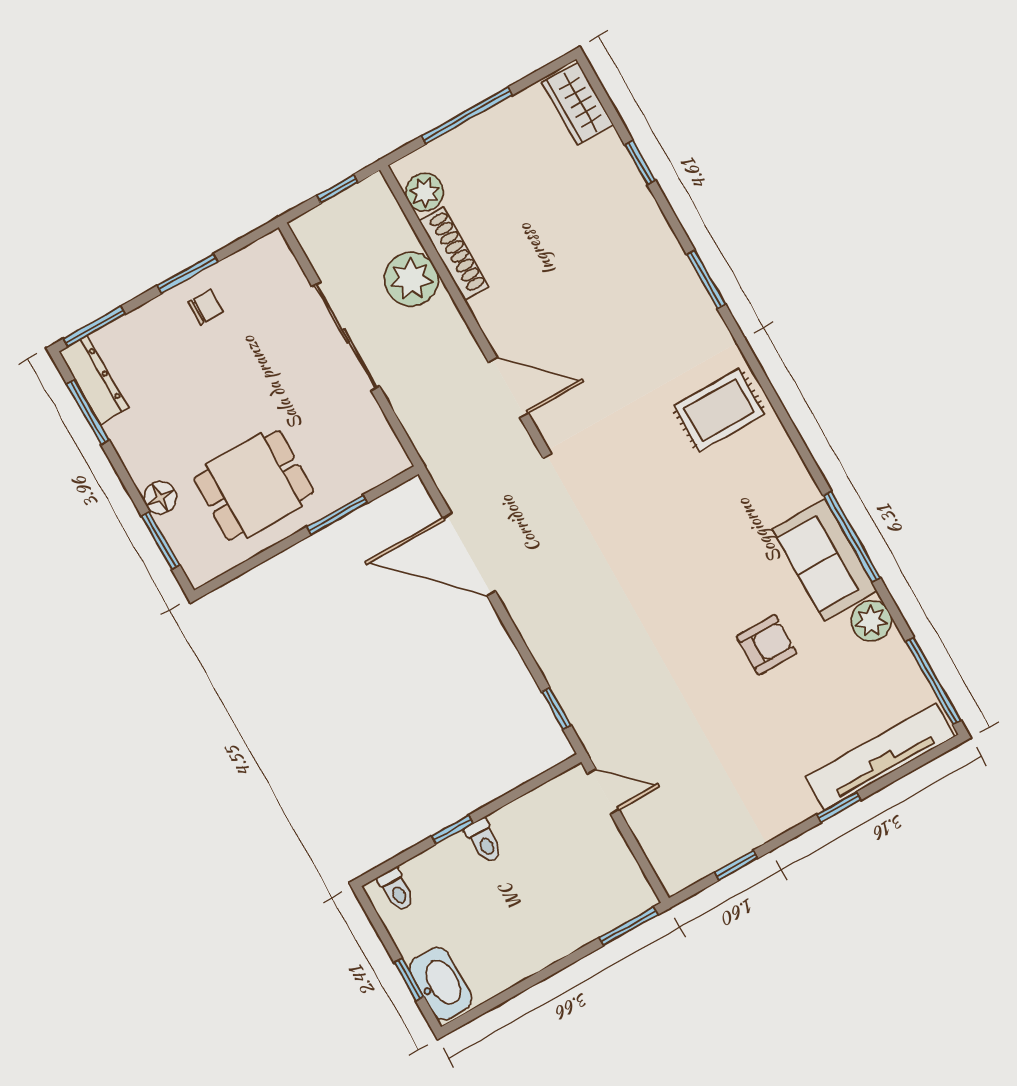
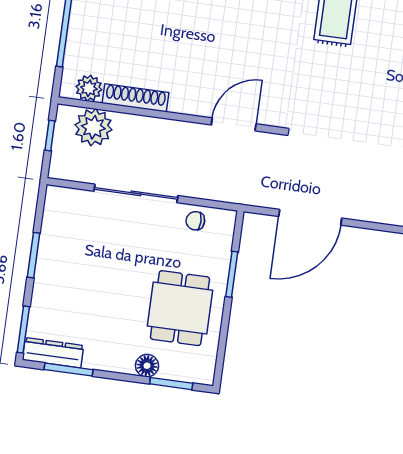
plant: (411, 279) -> (93, 127), moved
chair: (206, 307) -> (195, 221), moved, turned -90

